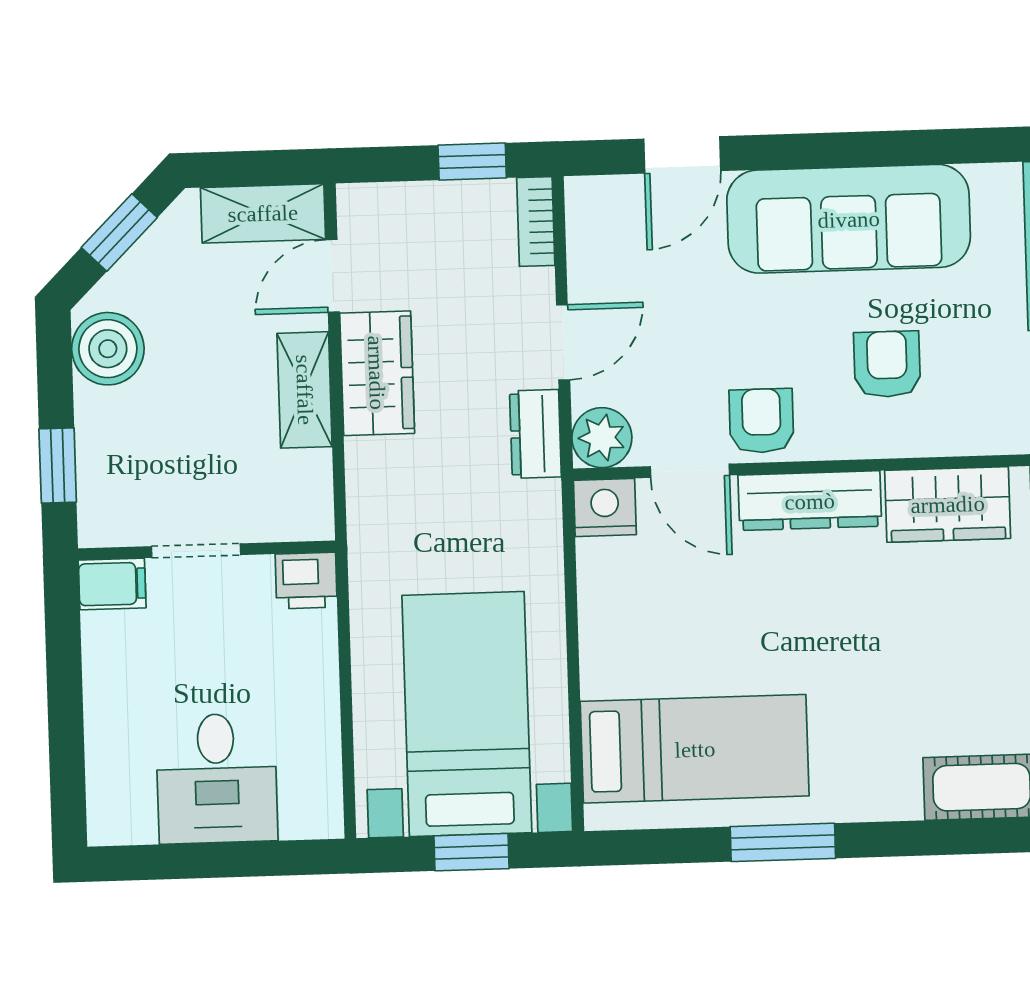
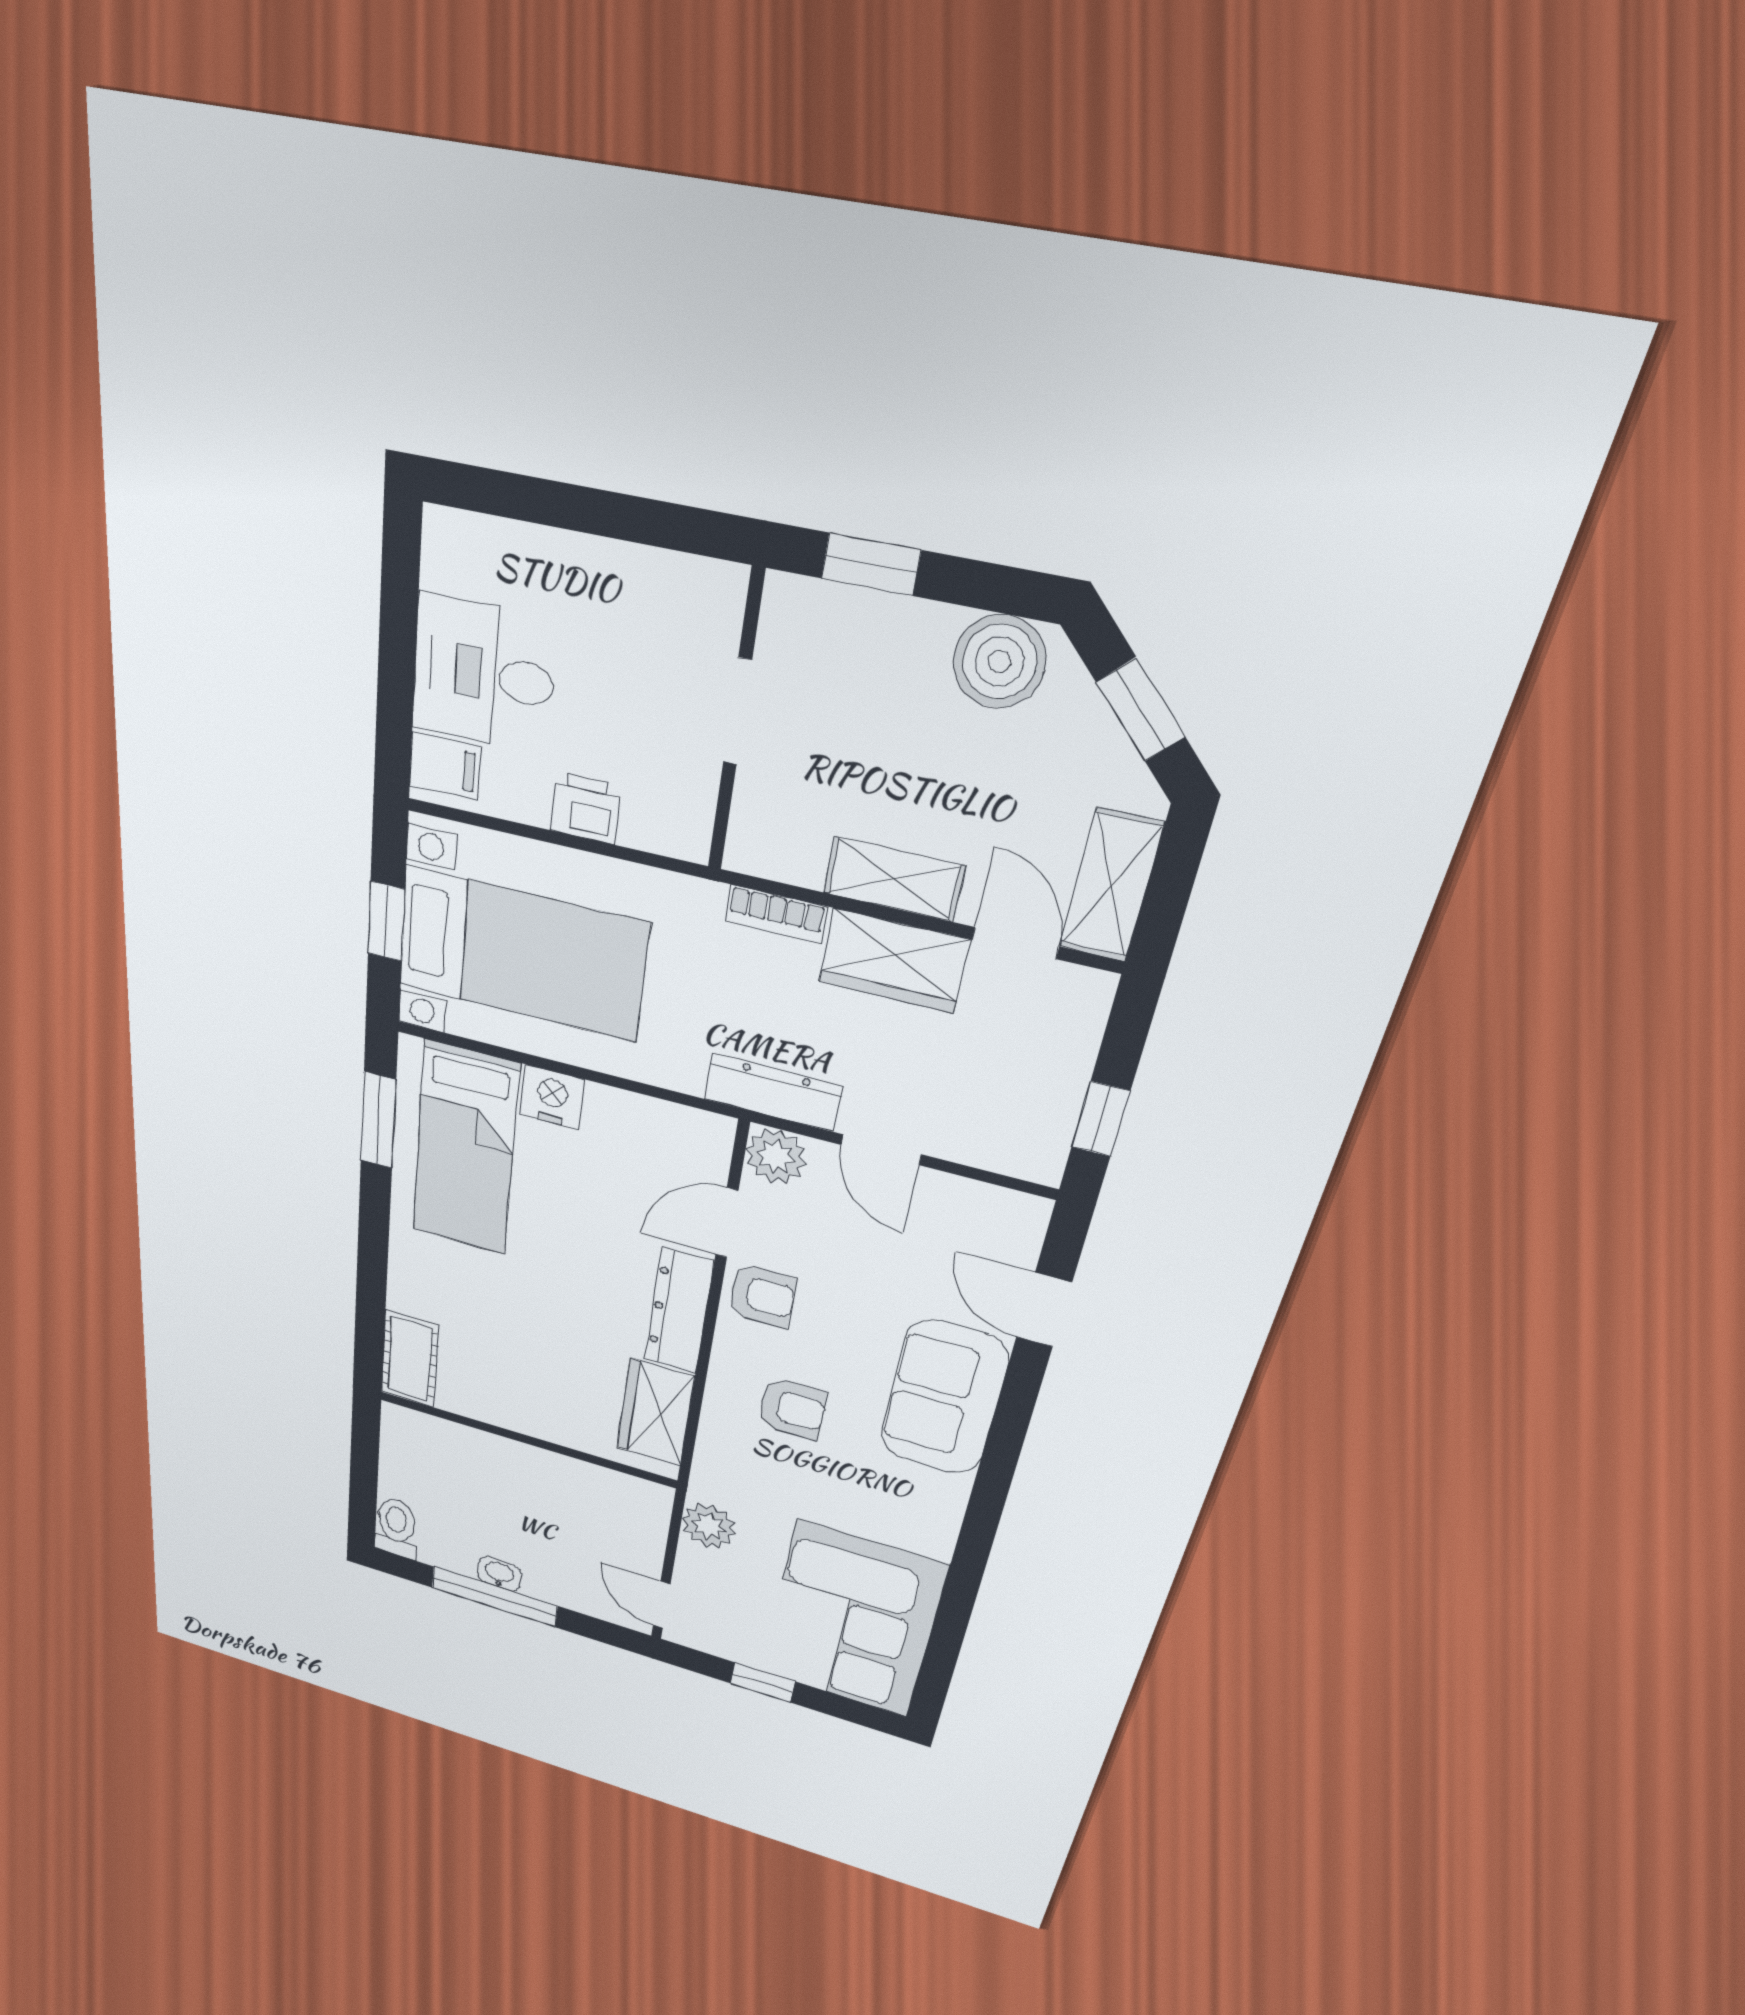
sofa: (849, 219) -> (944, 1398), width x0.73
bookcase: (536, 221) -> (776, 914), moved, turned 180
dresser: (535, 434) -> (773, 1093), width x1.44
nightstand: (605, 507) -> (552, 1097), moved, turned -90
printer: (306, 581) -> (585, 808), moved, turned 90
filing cabinet: (112, 584) -> (445, 766), moved, turned -90
window: (783, 842) -> (378, 1120), moved

